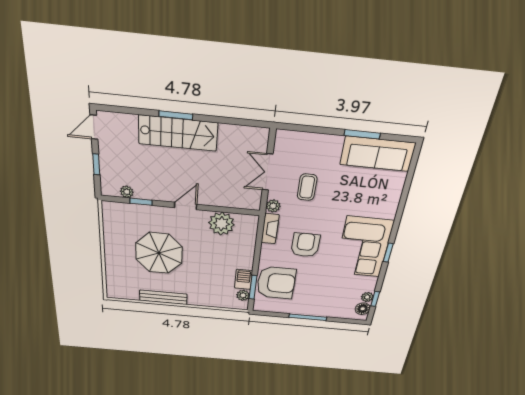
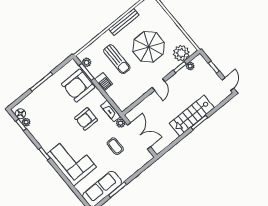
double door: (267, 172) -> (139, 136), width x1.37
plant: (221, 224) -> (181, 53), moved
armchair: (305, 245) -> (86, 119), turned 90
corner sofa: (364, 247) -> (72, 160), moved
sun lounger: (207, 271) -> (117, 59), added
barbecue: (243, 279) -> (103, 82), moved

